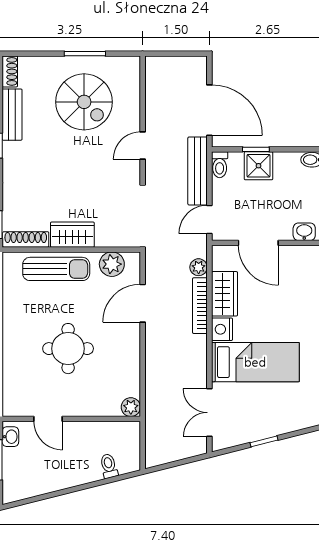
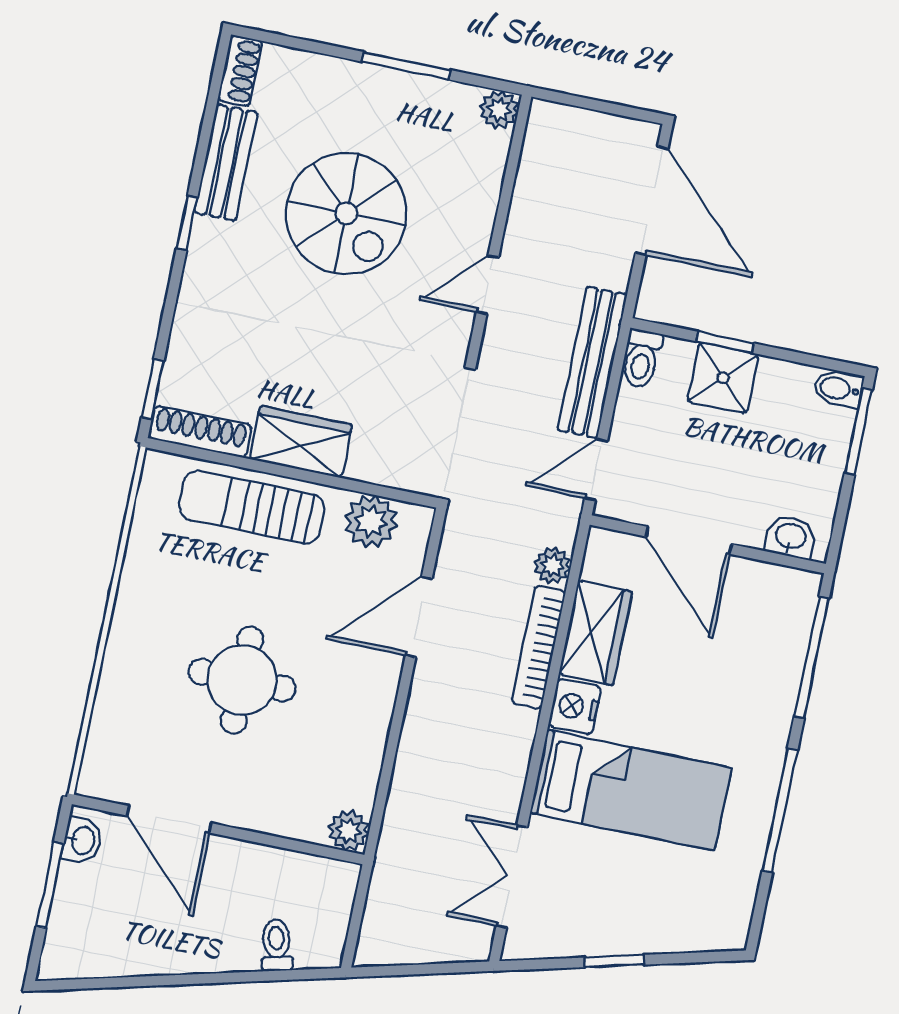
plant: (131, 65) -> (499, 110), added
spiral stairs: (84, 102) -> (346, 213), moved
door: (209, 110) -> (652, 200), moved
sun lounger: (56, 269) -> (252, 507), turned 180
door: (48, 419) -> (169, 819), width x1.38

